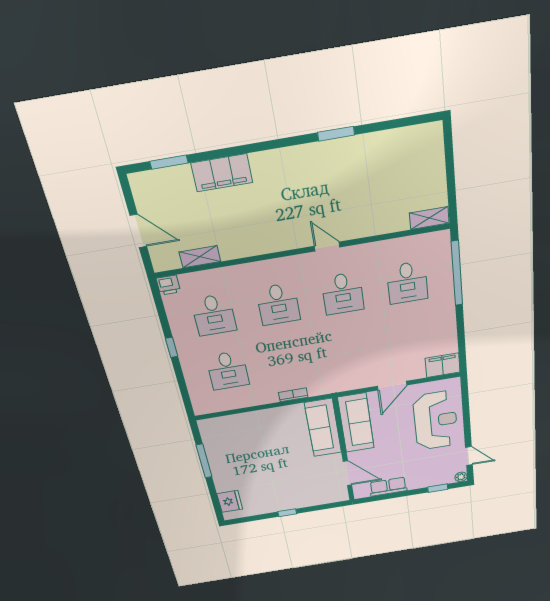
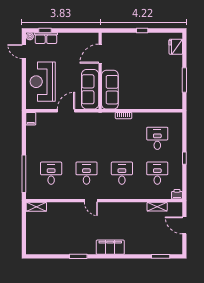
filing cabinet: (222, 173) -> (110, 247), moved
filing cabinet: (443, 365) -> (31, 119), width x0.50
door: (347, 473) -> (100, 54), hinge flipped
row of seats: (388, 487) -> (46, 38), moved

